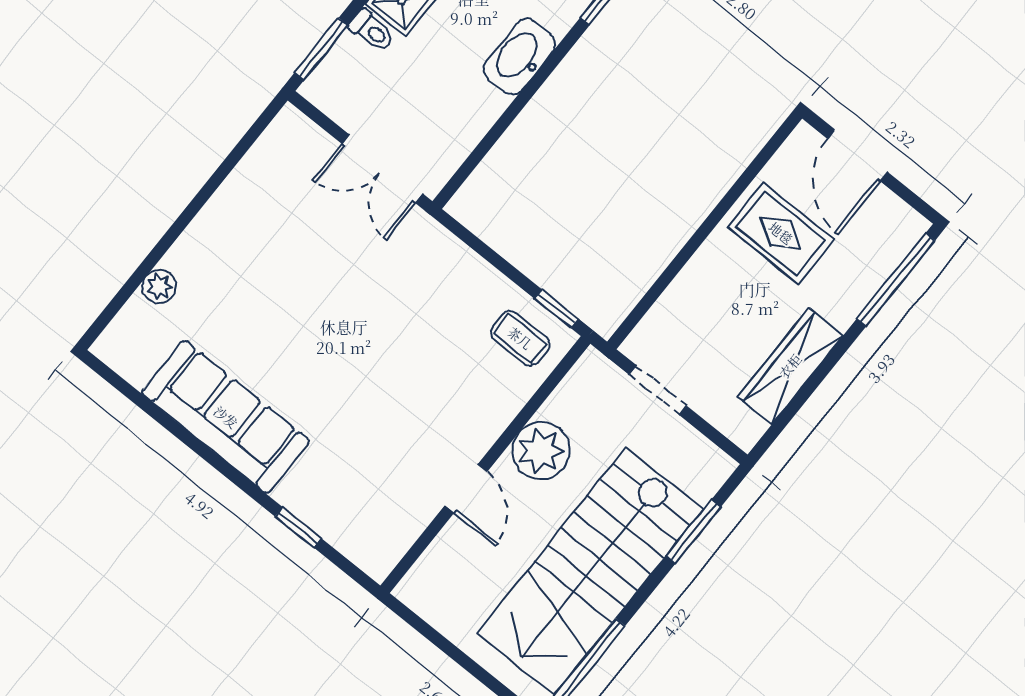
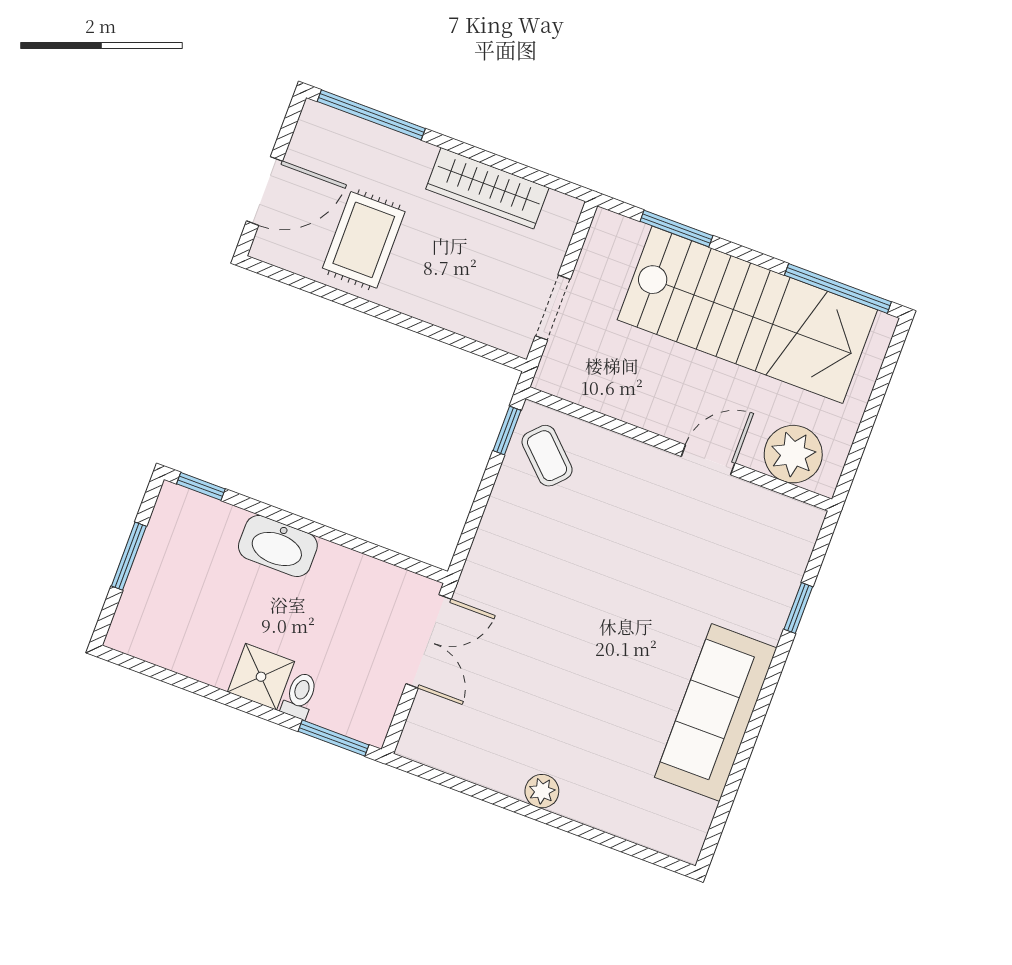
plant: (159, 287) -> (542, 791), moved
coffee table: (520, 338) -> (547, 456), turned -46
plant: (541, 451) -> (793, 454), moved

